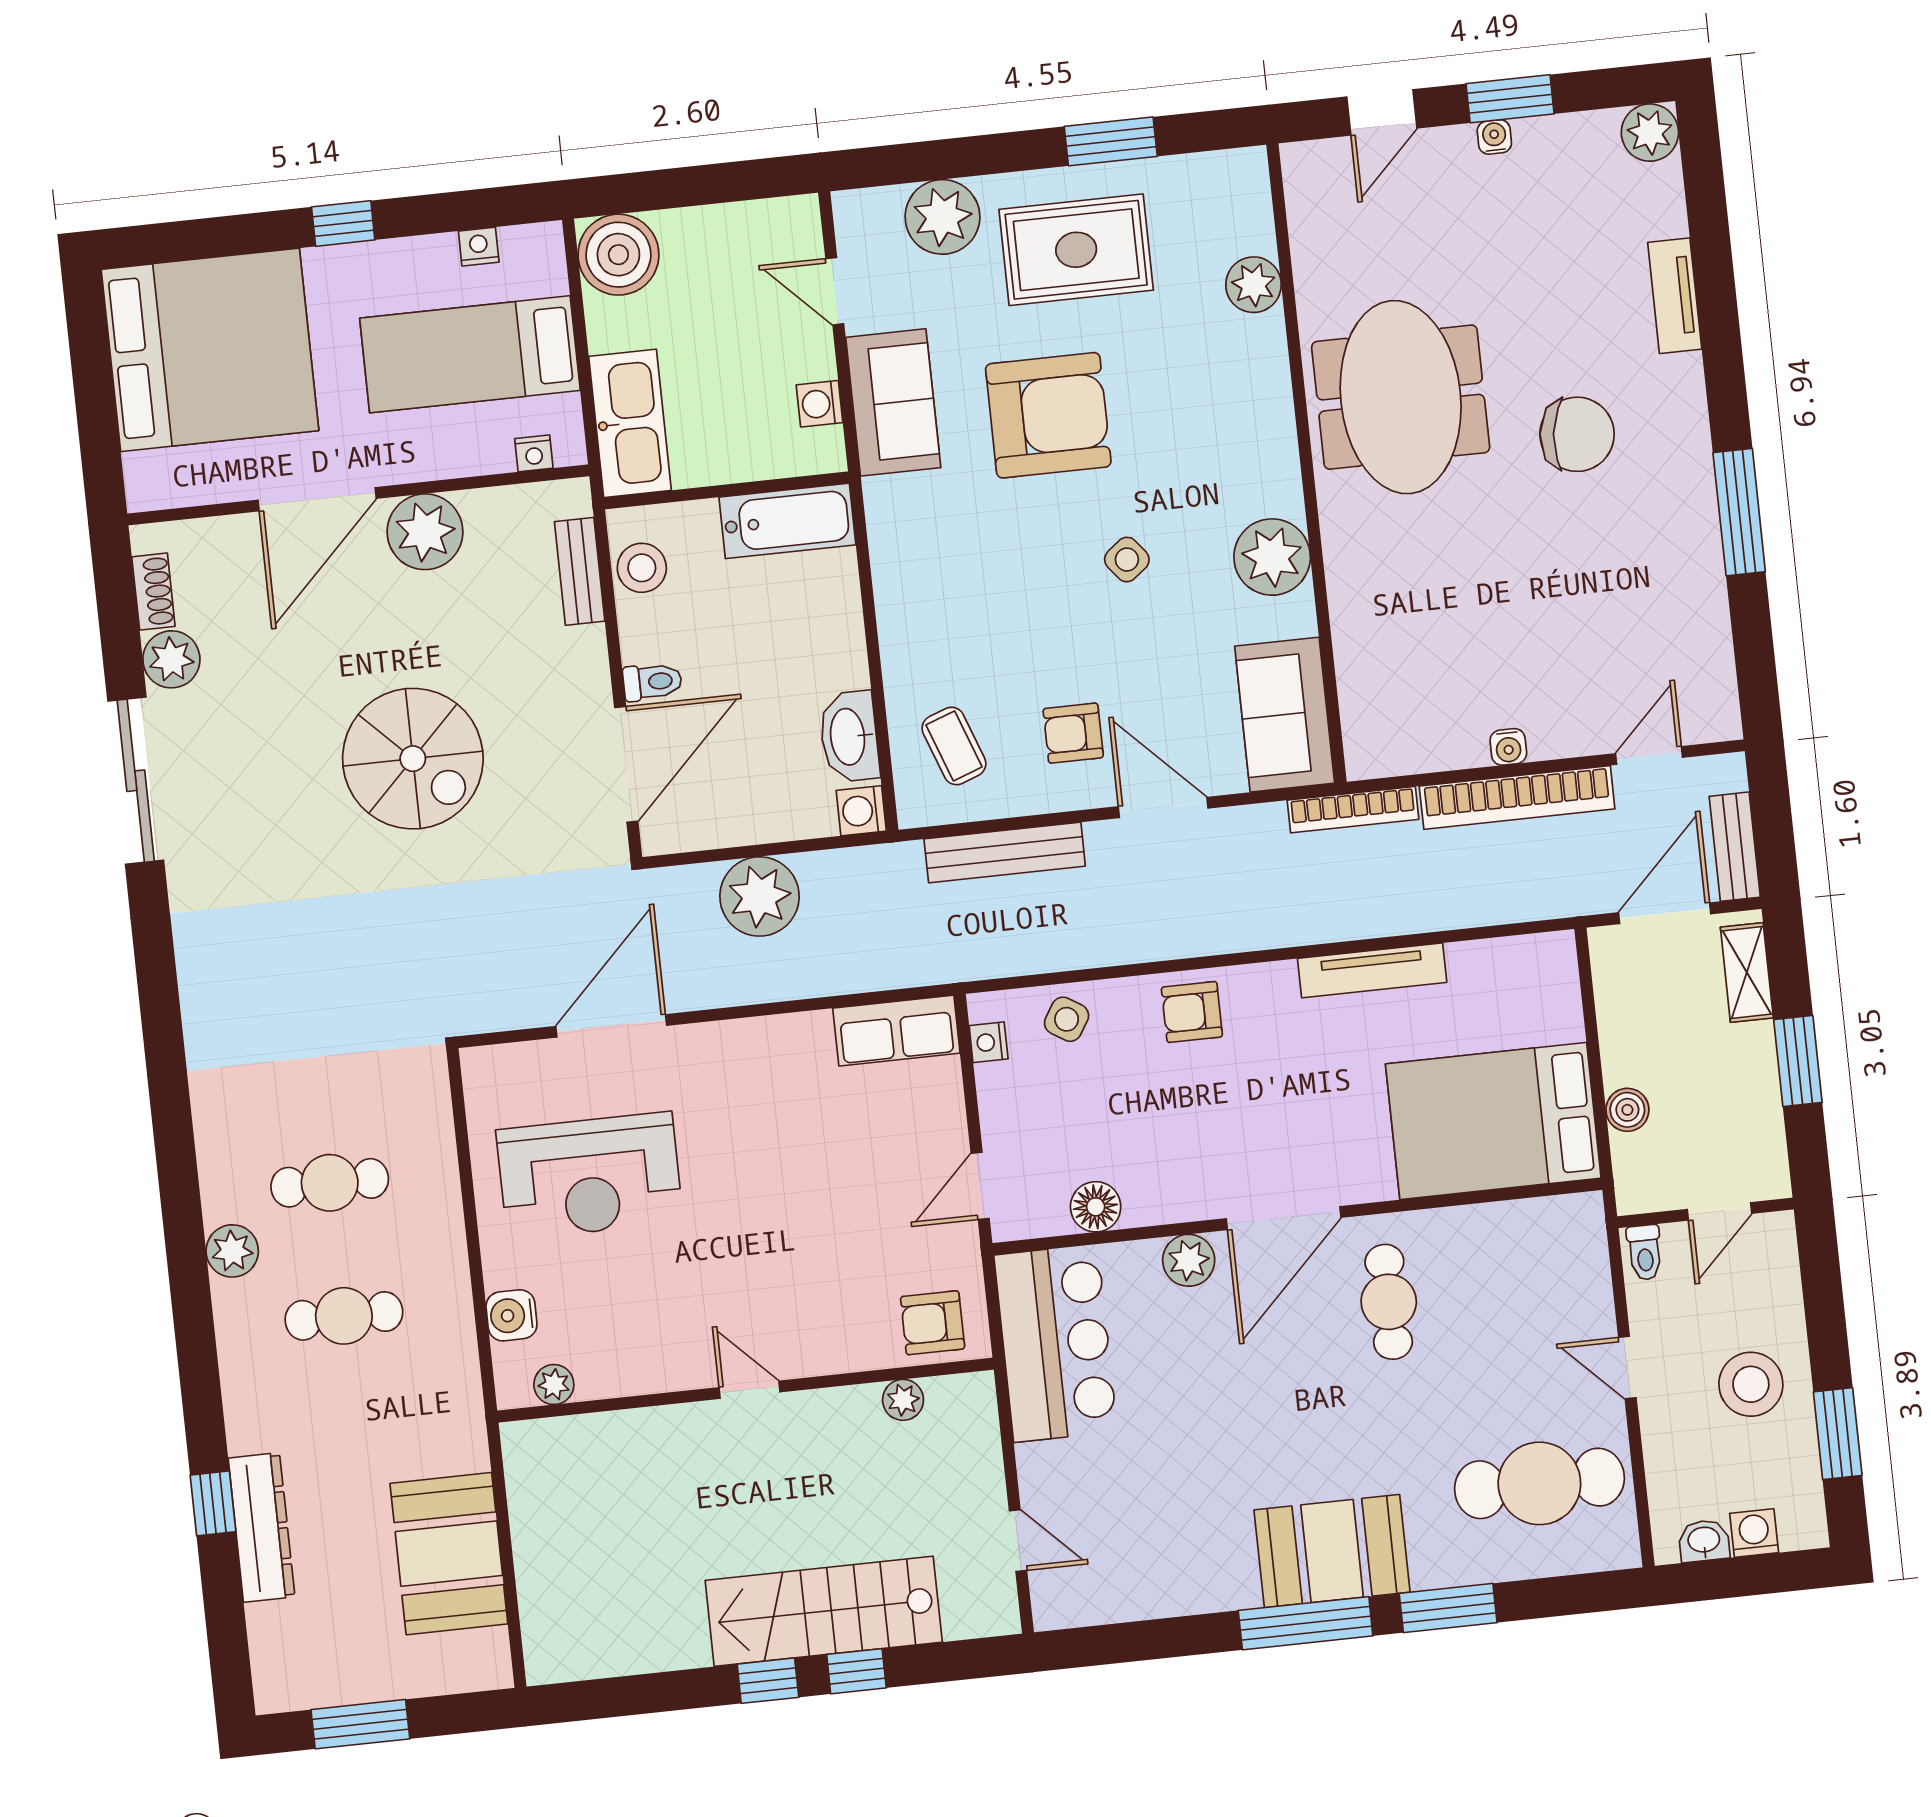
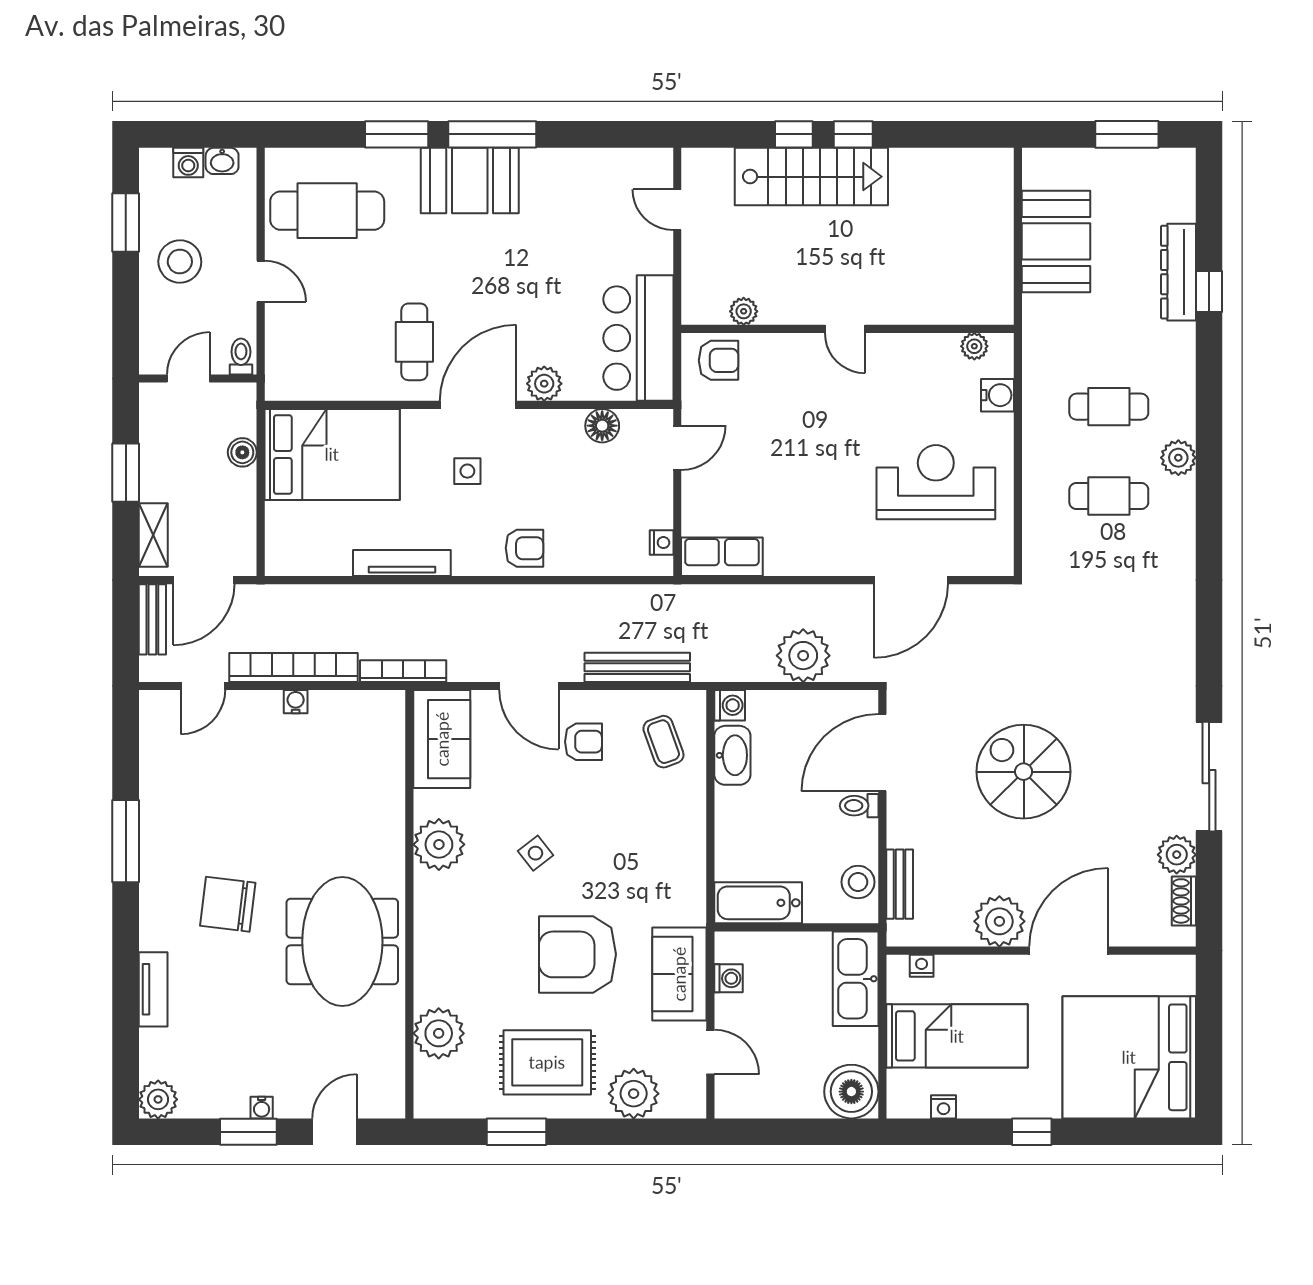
plant: (1254, 285) -> (439, 1033), width x1.36, depth x1.36
side table: (1067, 1019) -> (467, 471), moved, turned -32

